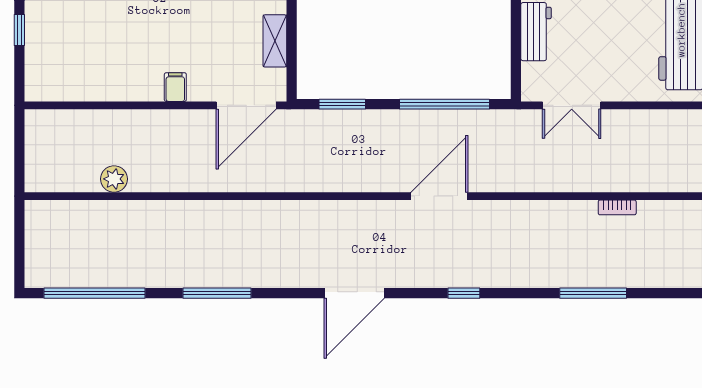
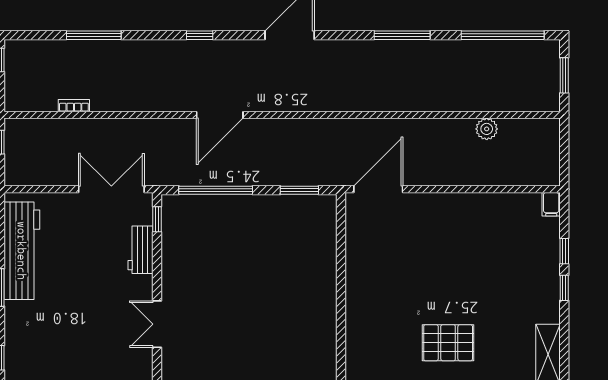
shelving: (275, 41) -> (355, 242), removed
window: (516, 69) -> (157, 219), added
filing cabinet: (175, 87) -> (551, 204), moved
double door: (572, 105) -> (111, 189), width x1.37
window: (19, 244) -> (564, 75), added

